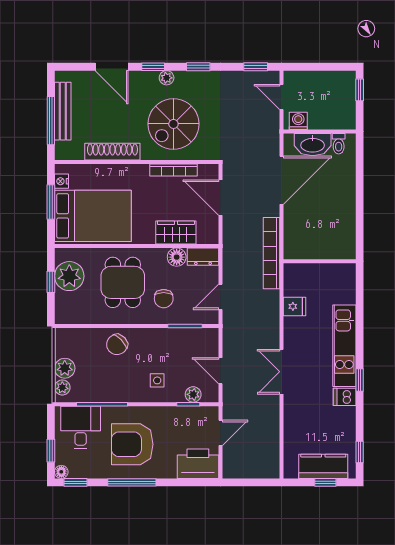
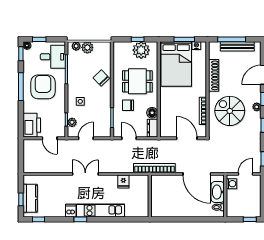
door: (220, 198) -> (187, 138), hinge flipped
wardrobe: (176, 232) -> (167, 112), removed

